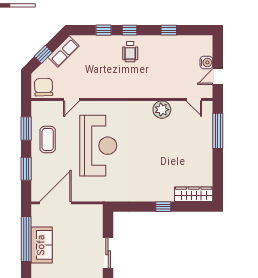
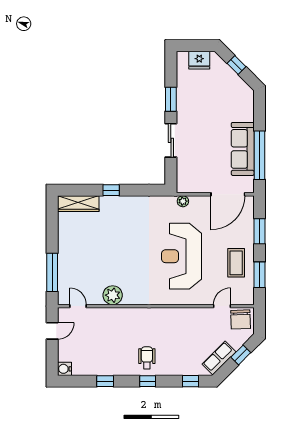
window: (103, 30) -> (190, 381), moved
water cooler: (206, 62) -> (64, 369), moved
door: (71, 100) -> (222, 306), moved
plant: (97, 196) -> (183, 201), added
sofa: (42, 245) -> (243, 149), width x1.36

